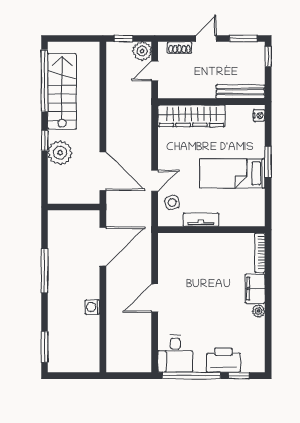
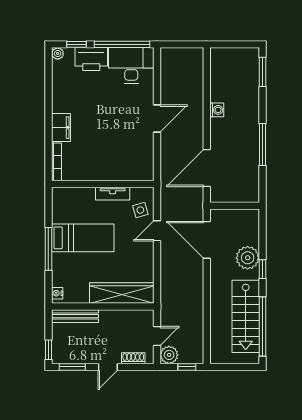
window: (268, 162) -> (48, 249), width x1.44
plant: (259, 311) -> (58, 54), moved
desk: (175, 354) -> (131, 65), width x1.37

